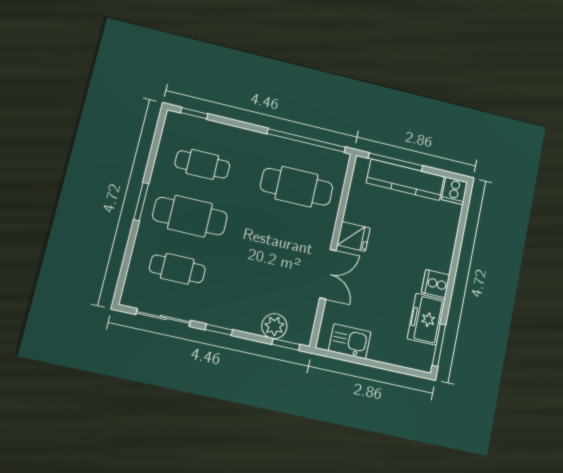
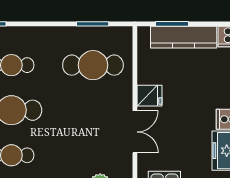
window: (306, 140) -> (93, 24), width x0.47
window: (396, 162) -> (172, 24), width x0.69

